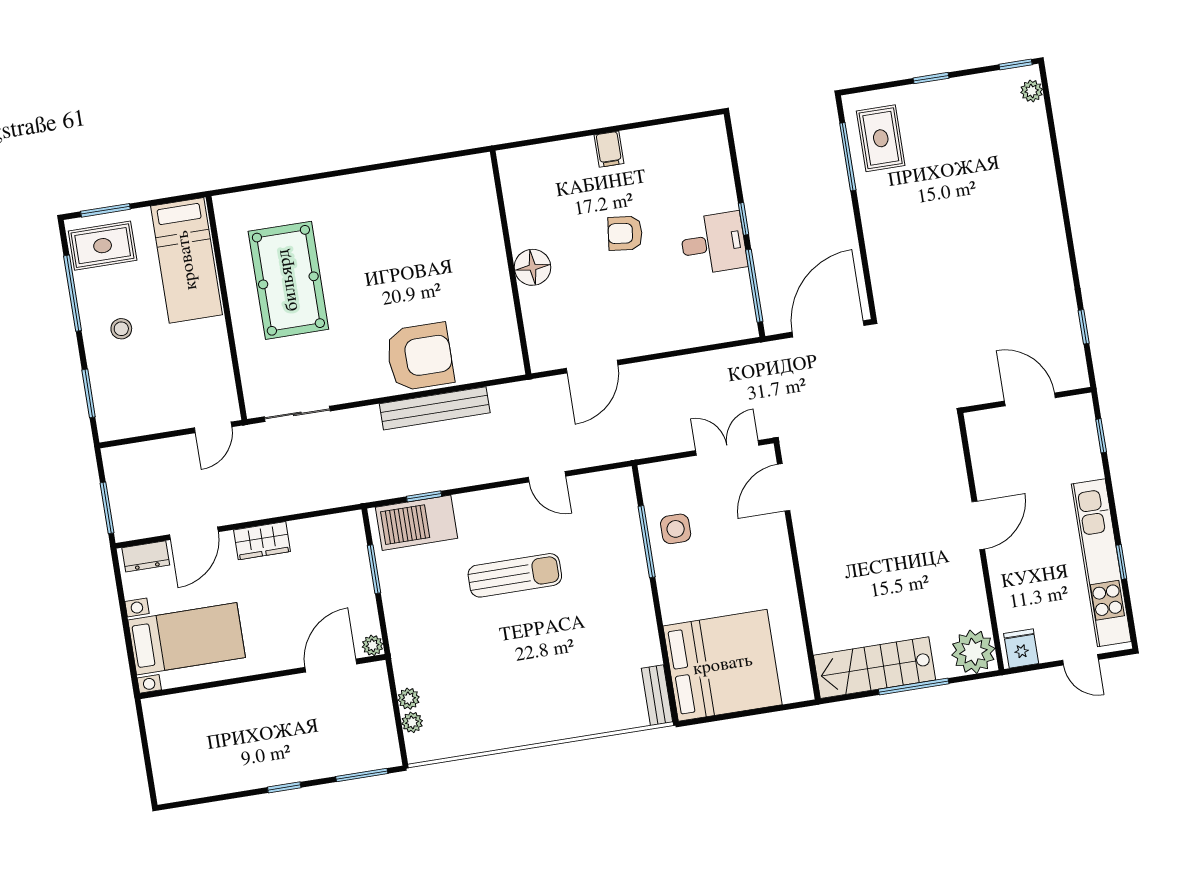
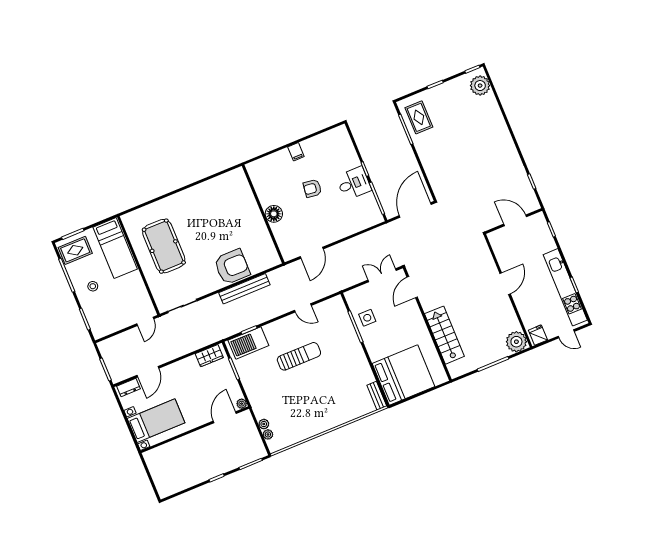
plant: (1032, 91) -> (480, 86), width x1.87, depth x1.87
wardrobe: (262, 541) -> (209, 356), moved
stairs: (874, 668) -> (444, 335), moved, turned 90

